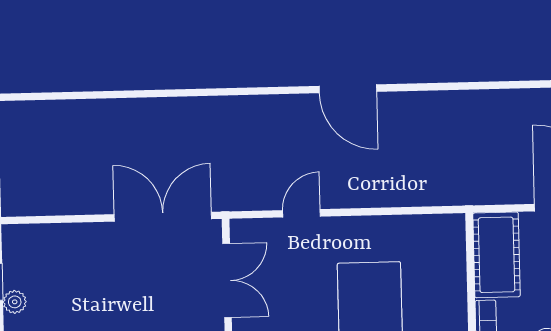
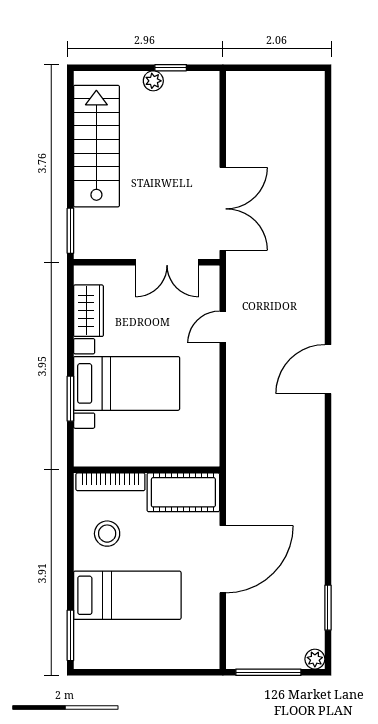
door: (301, 213) -> (223, 327), swing flipped

